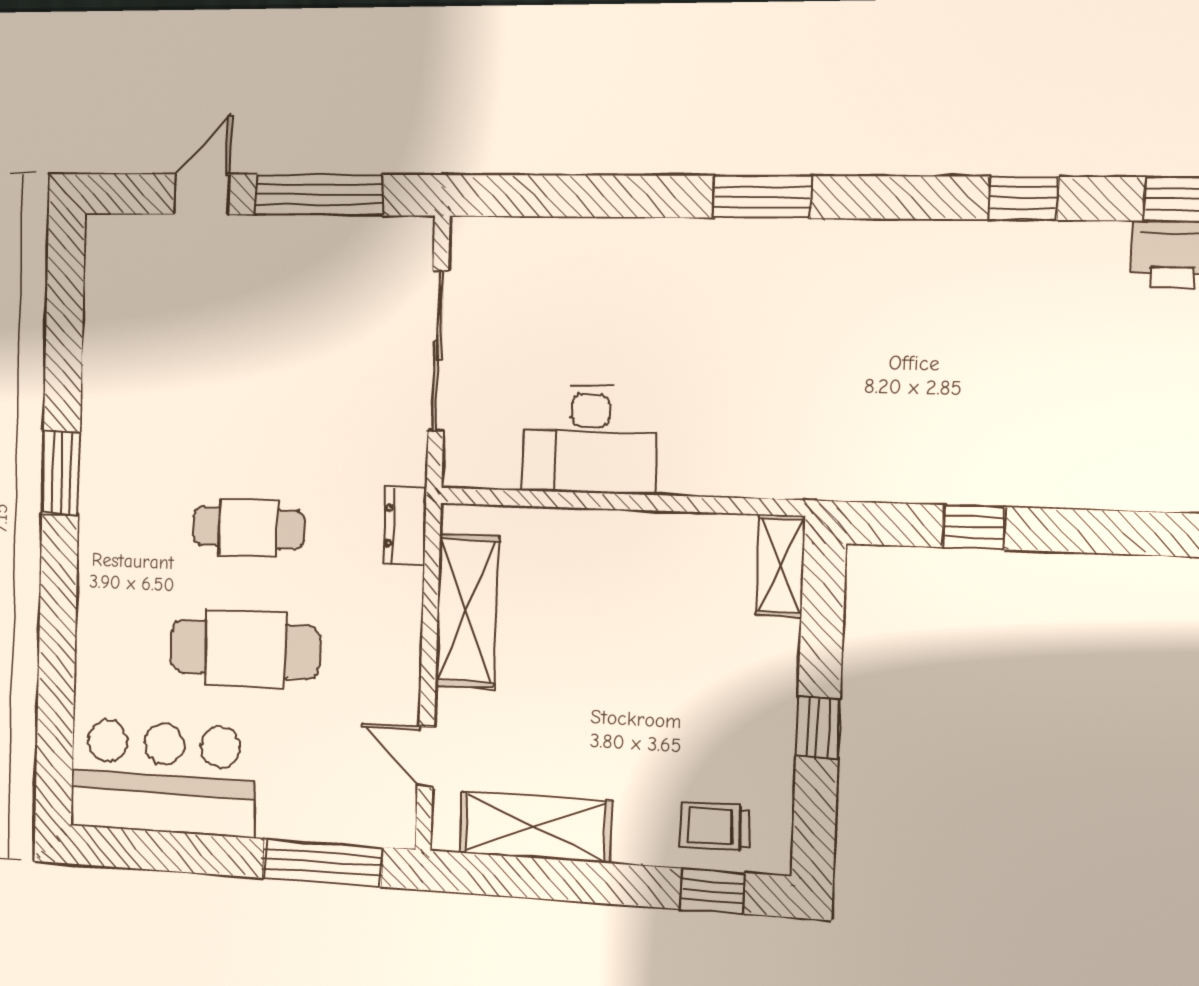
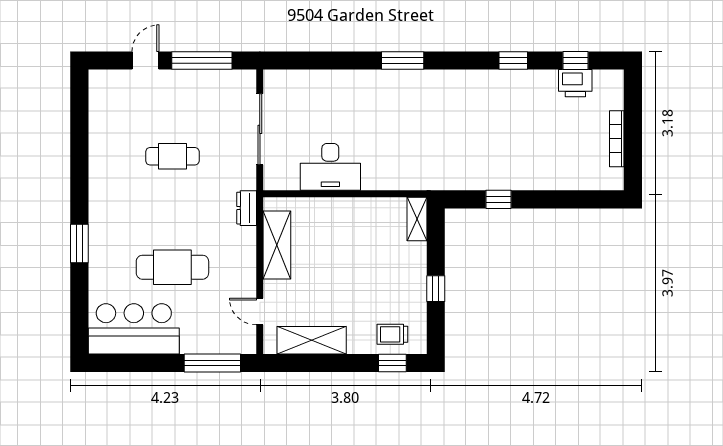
window: (61, 473) -> (79, 244), moved
cafe table: (248, 528) -> (172, 156), moved

